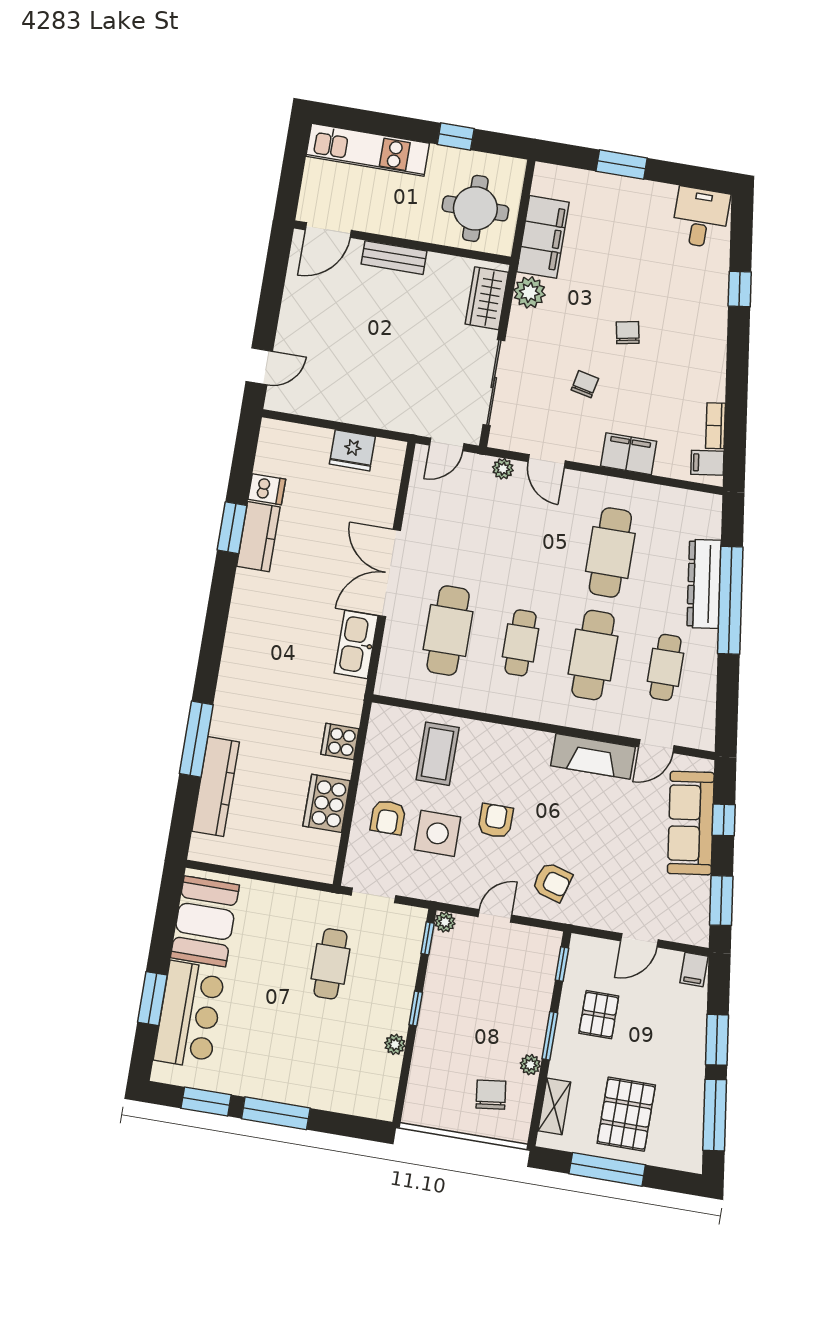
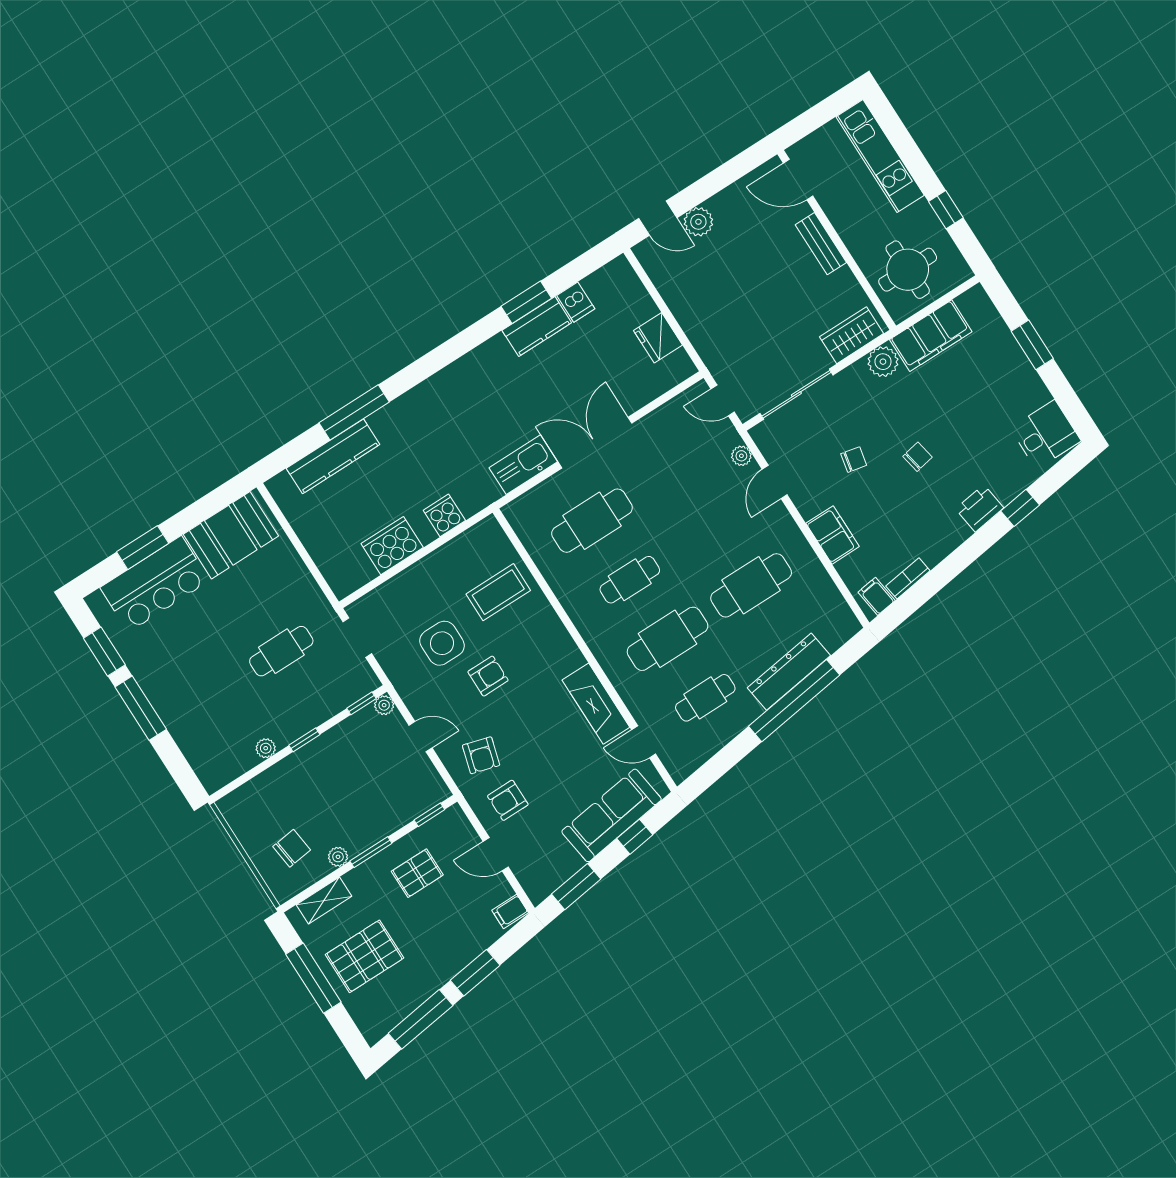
printer: (711, 321) -> (980, 508), added
plant: (291, 337) -> (698, 222), added
armchair: (388, 817) -> (508, 800), moved

